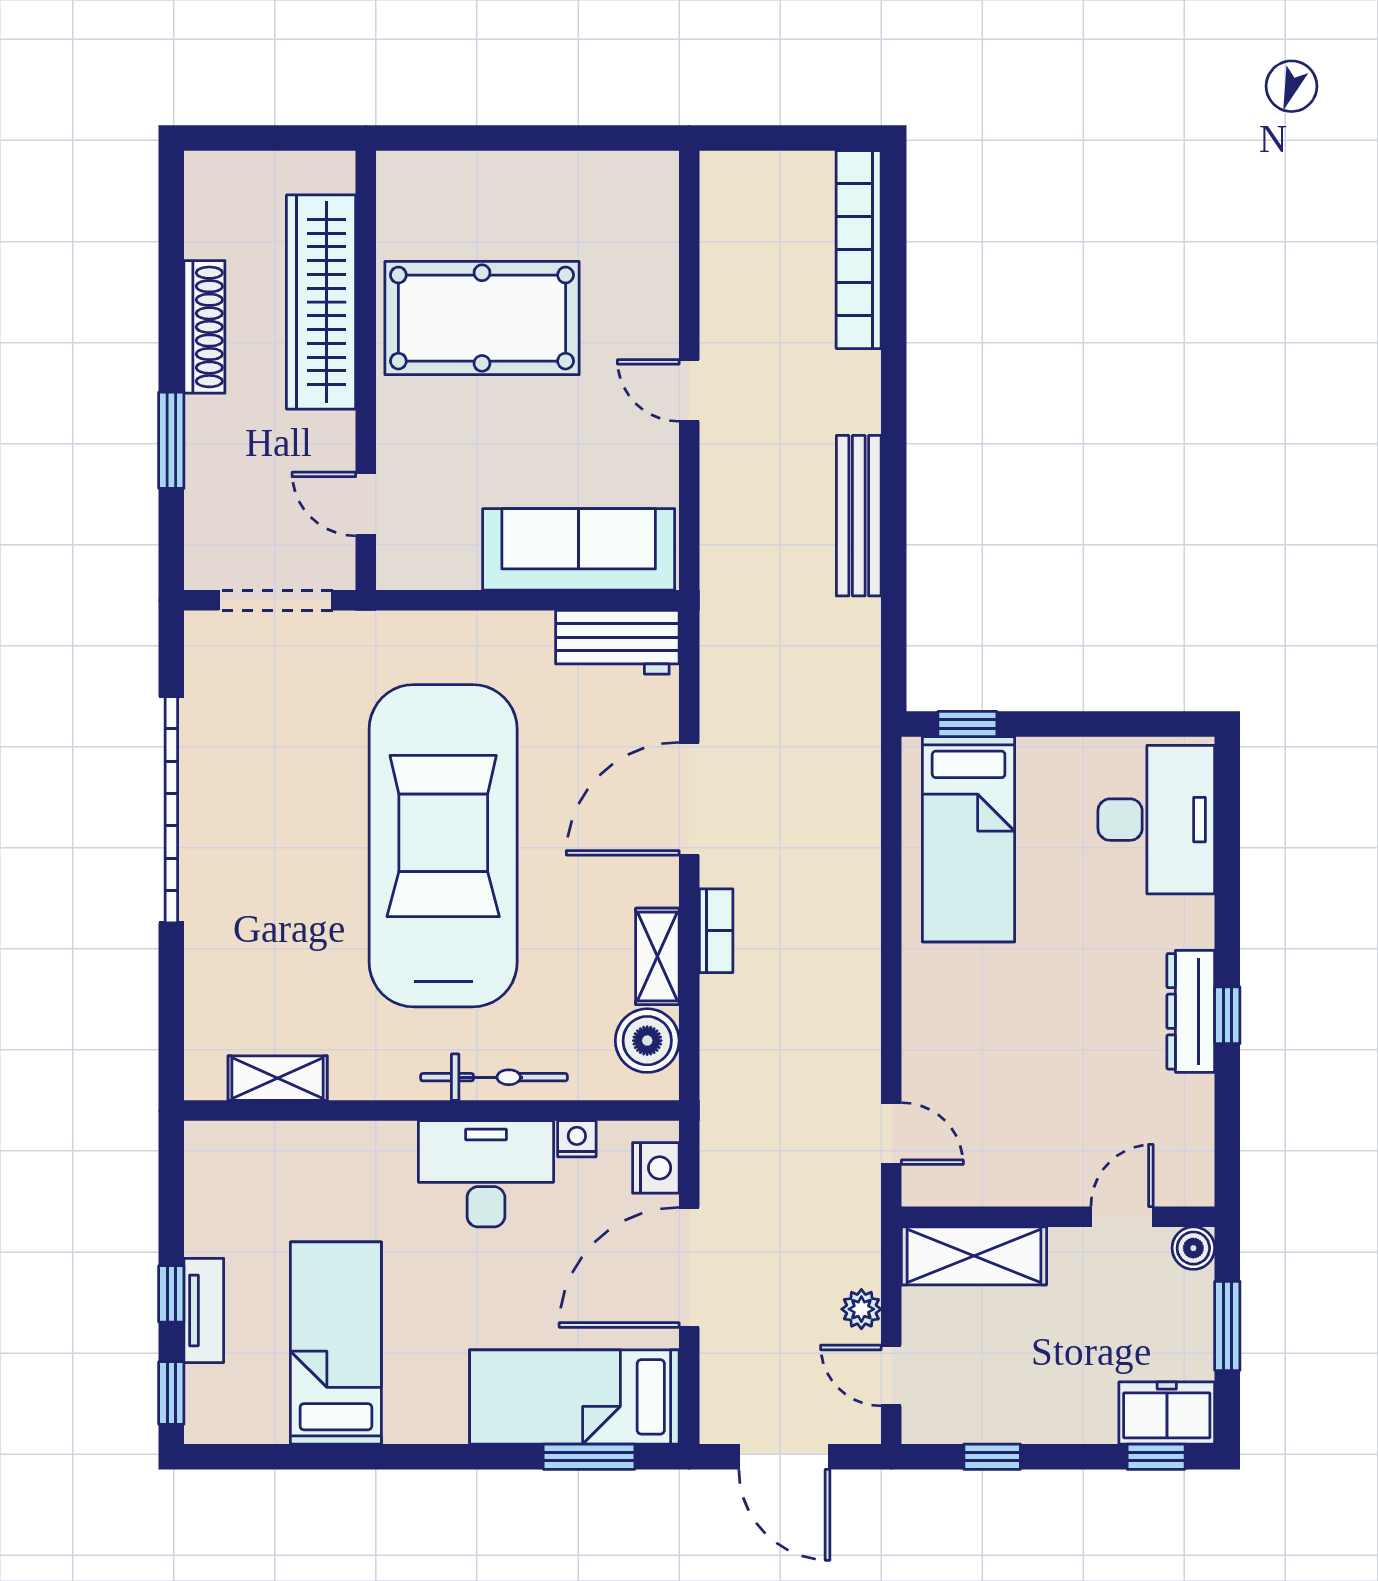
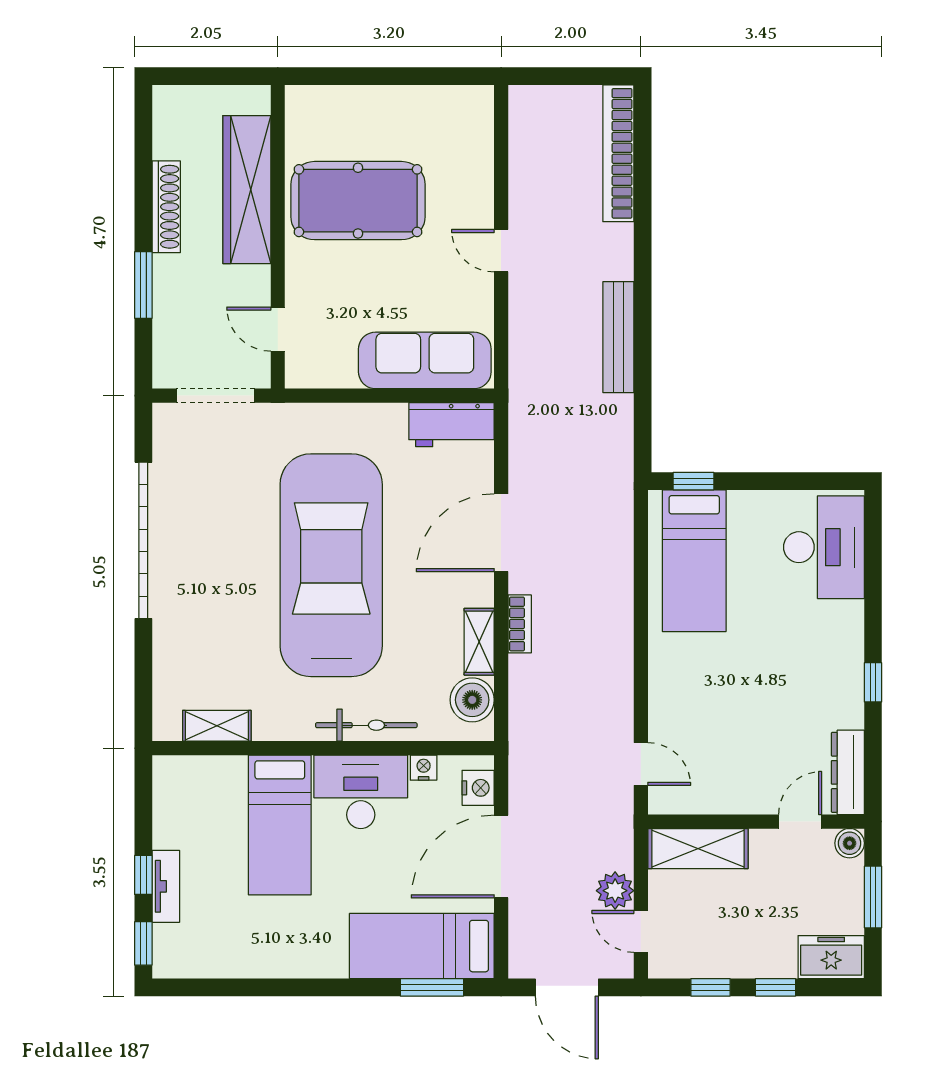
dresser: (1191, 1011) -> (848, 772), moved
plant: (861, 1309) -> (615, 891), width x1.38, depth x1.38
bed: (336, 1343) -> (280, 825), moved, turned 180
window: (1156, 1457) -> (775, 987), moved

